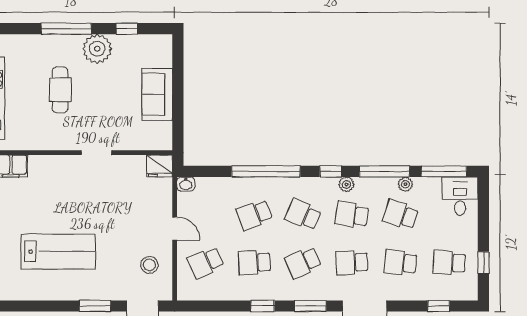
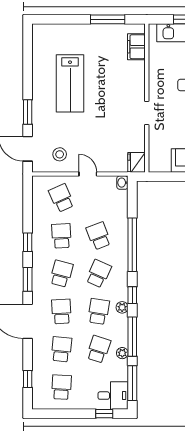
door: (175, 229) -> (88, 174), swing flipped
school desk: (303, 263) -> (61, 274), turned 39
window: (483, 263) -> (104, 414), moved

